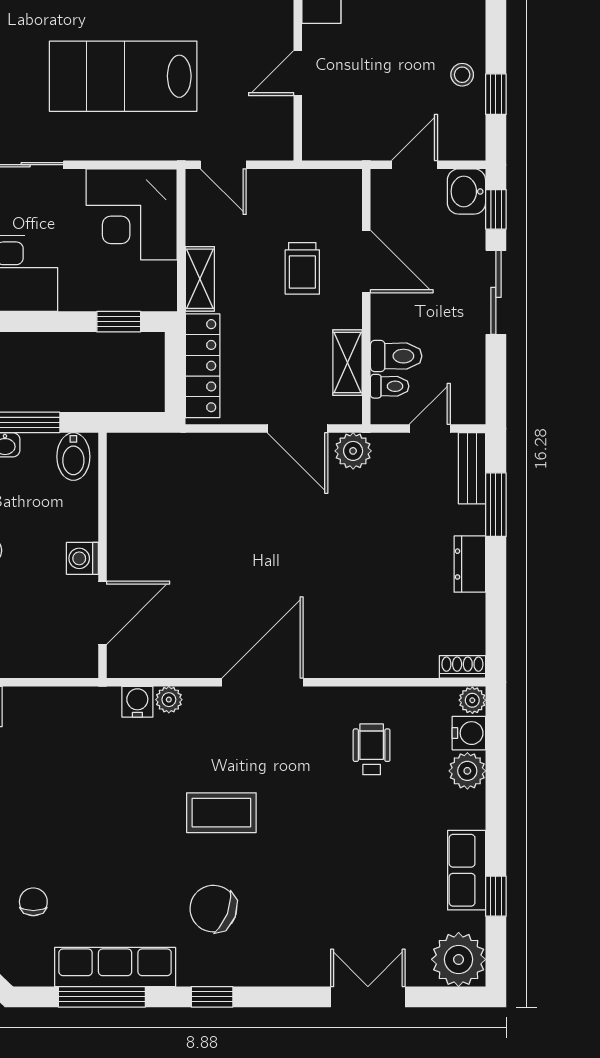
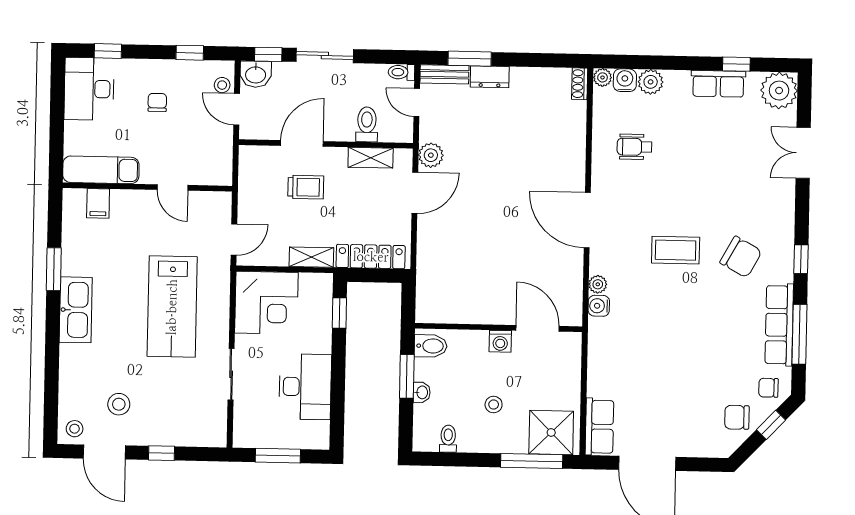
chair: (422, 48) -> (157, 102), added
stool: (462, 75) -> (222, 85), moved
toilet: (390, 386) -> (401, 72), moved, turned -90
dresser: (470, 564) -> (490, 77), moved
coffee table: (221, 813) -> (676, 250), turned 90
chair: (33, 902) -> (768, 388), moved
chair: (213, 909) -> (741, 257), turned -82

